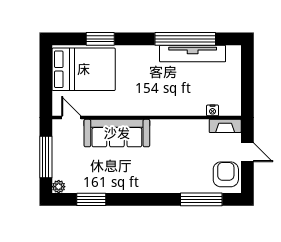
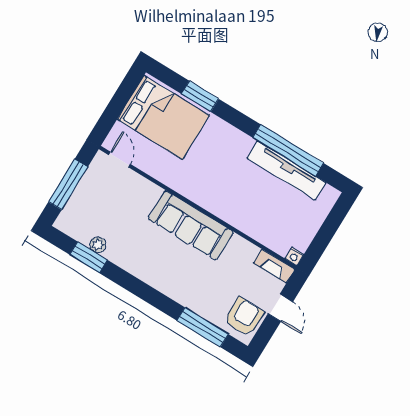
nightstand: (213, 110) -> (294, 256), moved
sofa: (117, 133) -> (191, 225), moved
plant: (59, 187) -> (98, 245), moved

